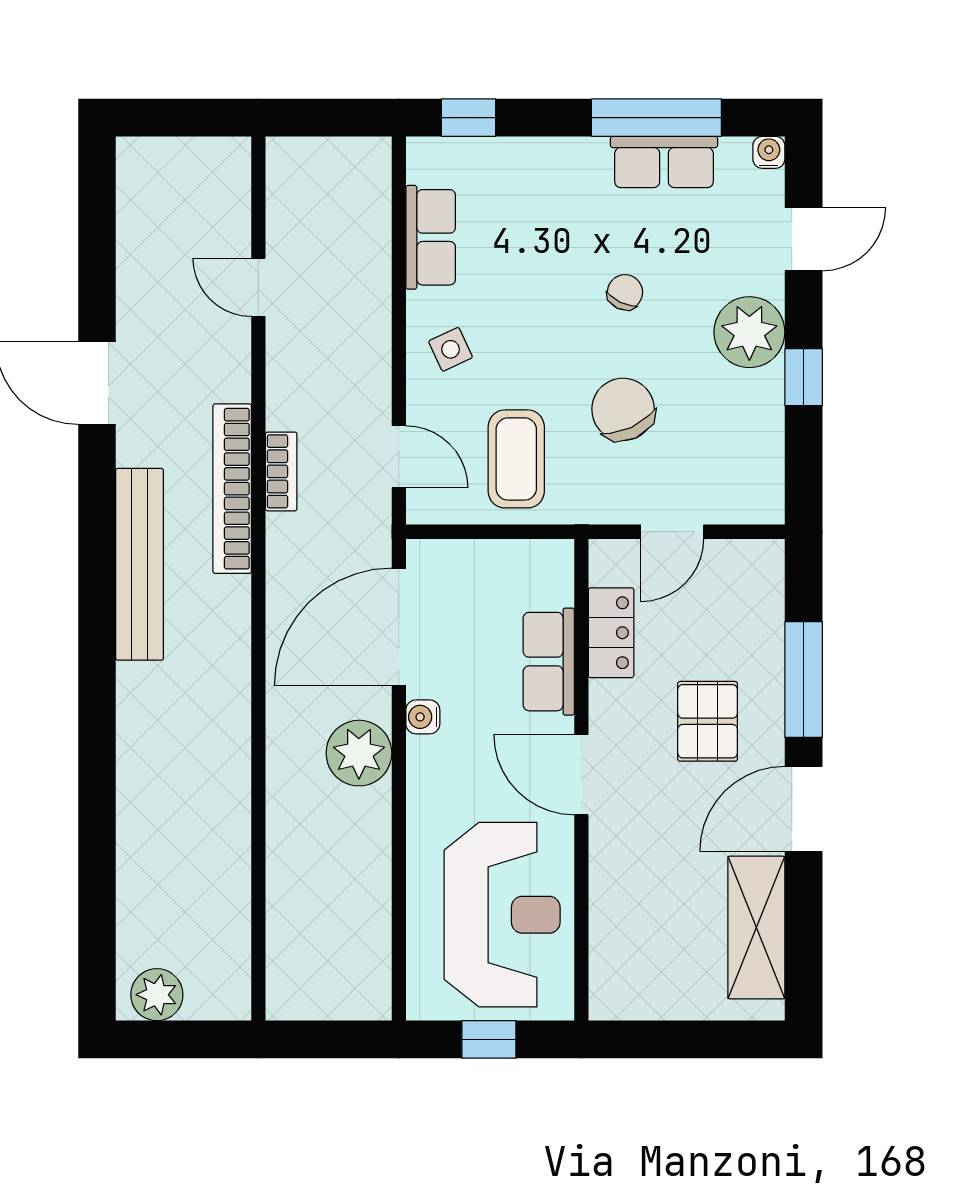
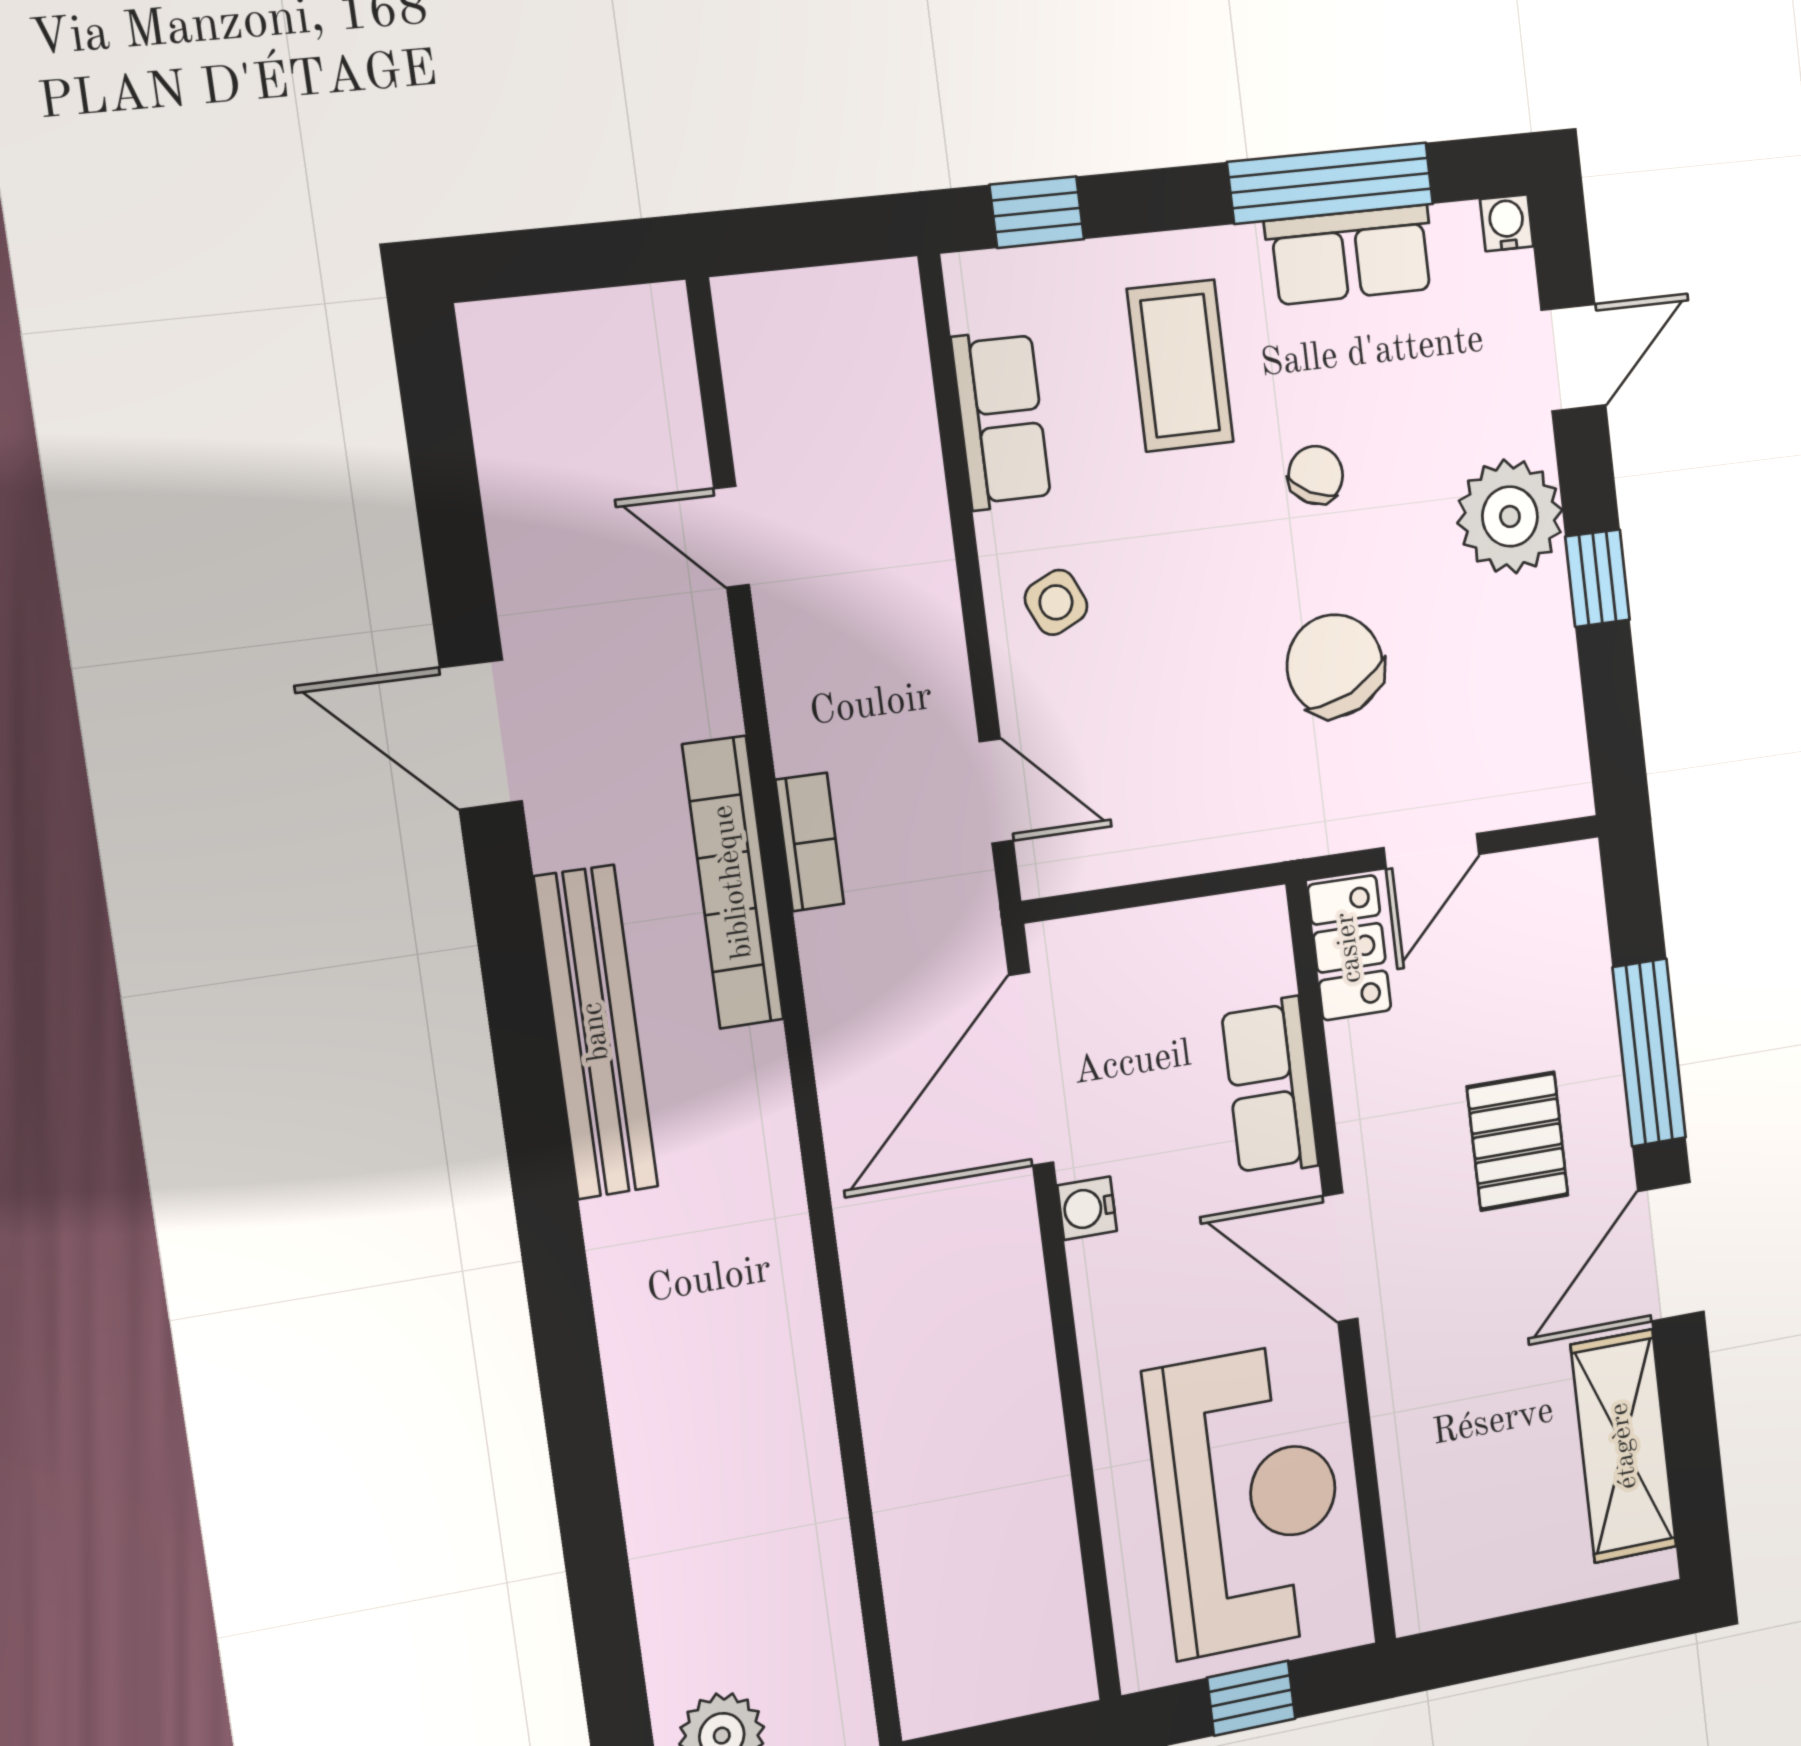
coffee table: (516, 459) -> (1180, 366), moved
locker: (611, 633) -> (1349, 948), moved
plant: (359, 753) -> (994, 1284), removed

